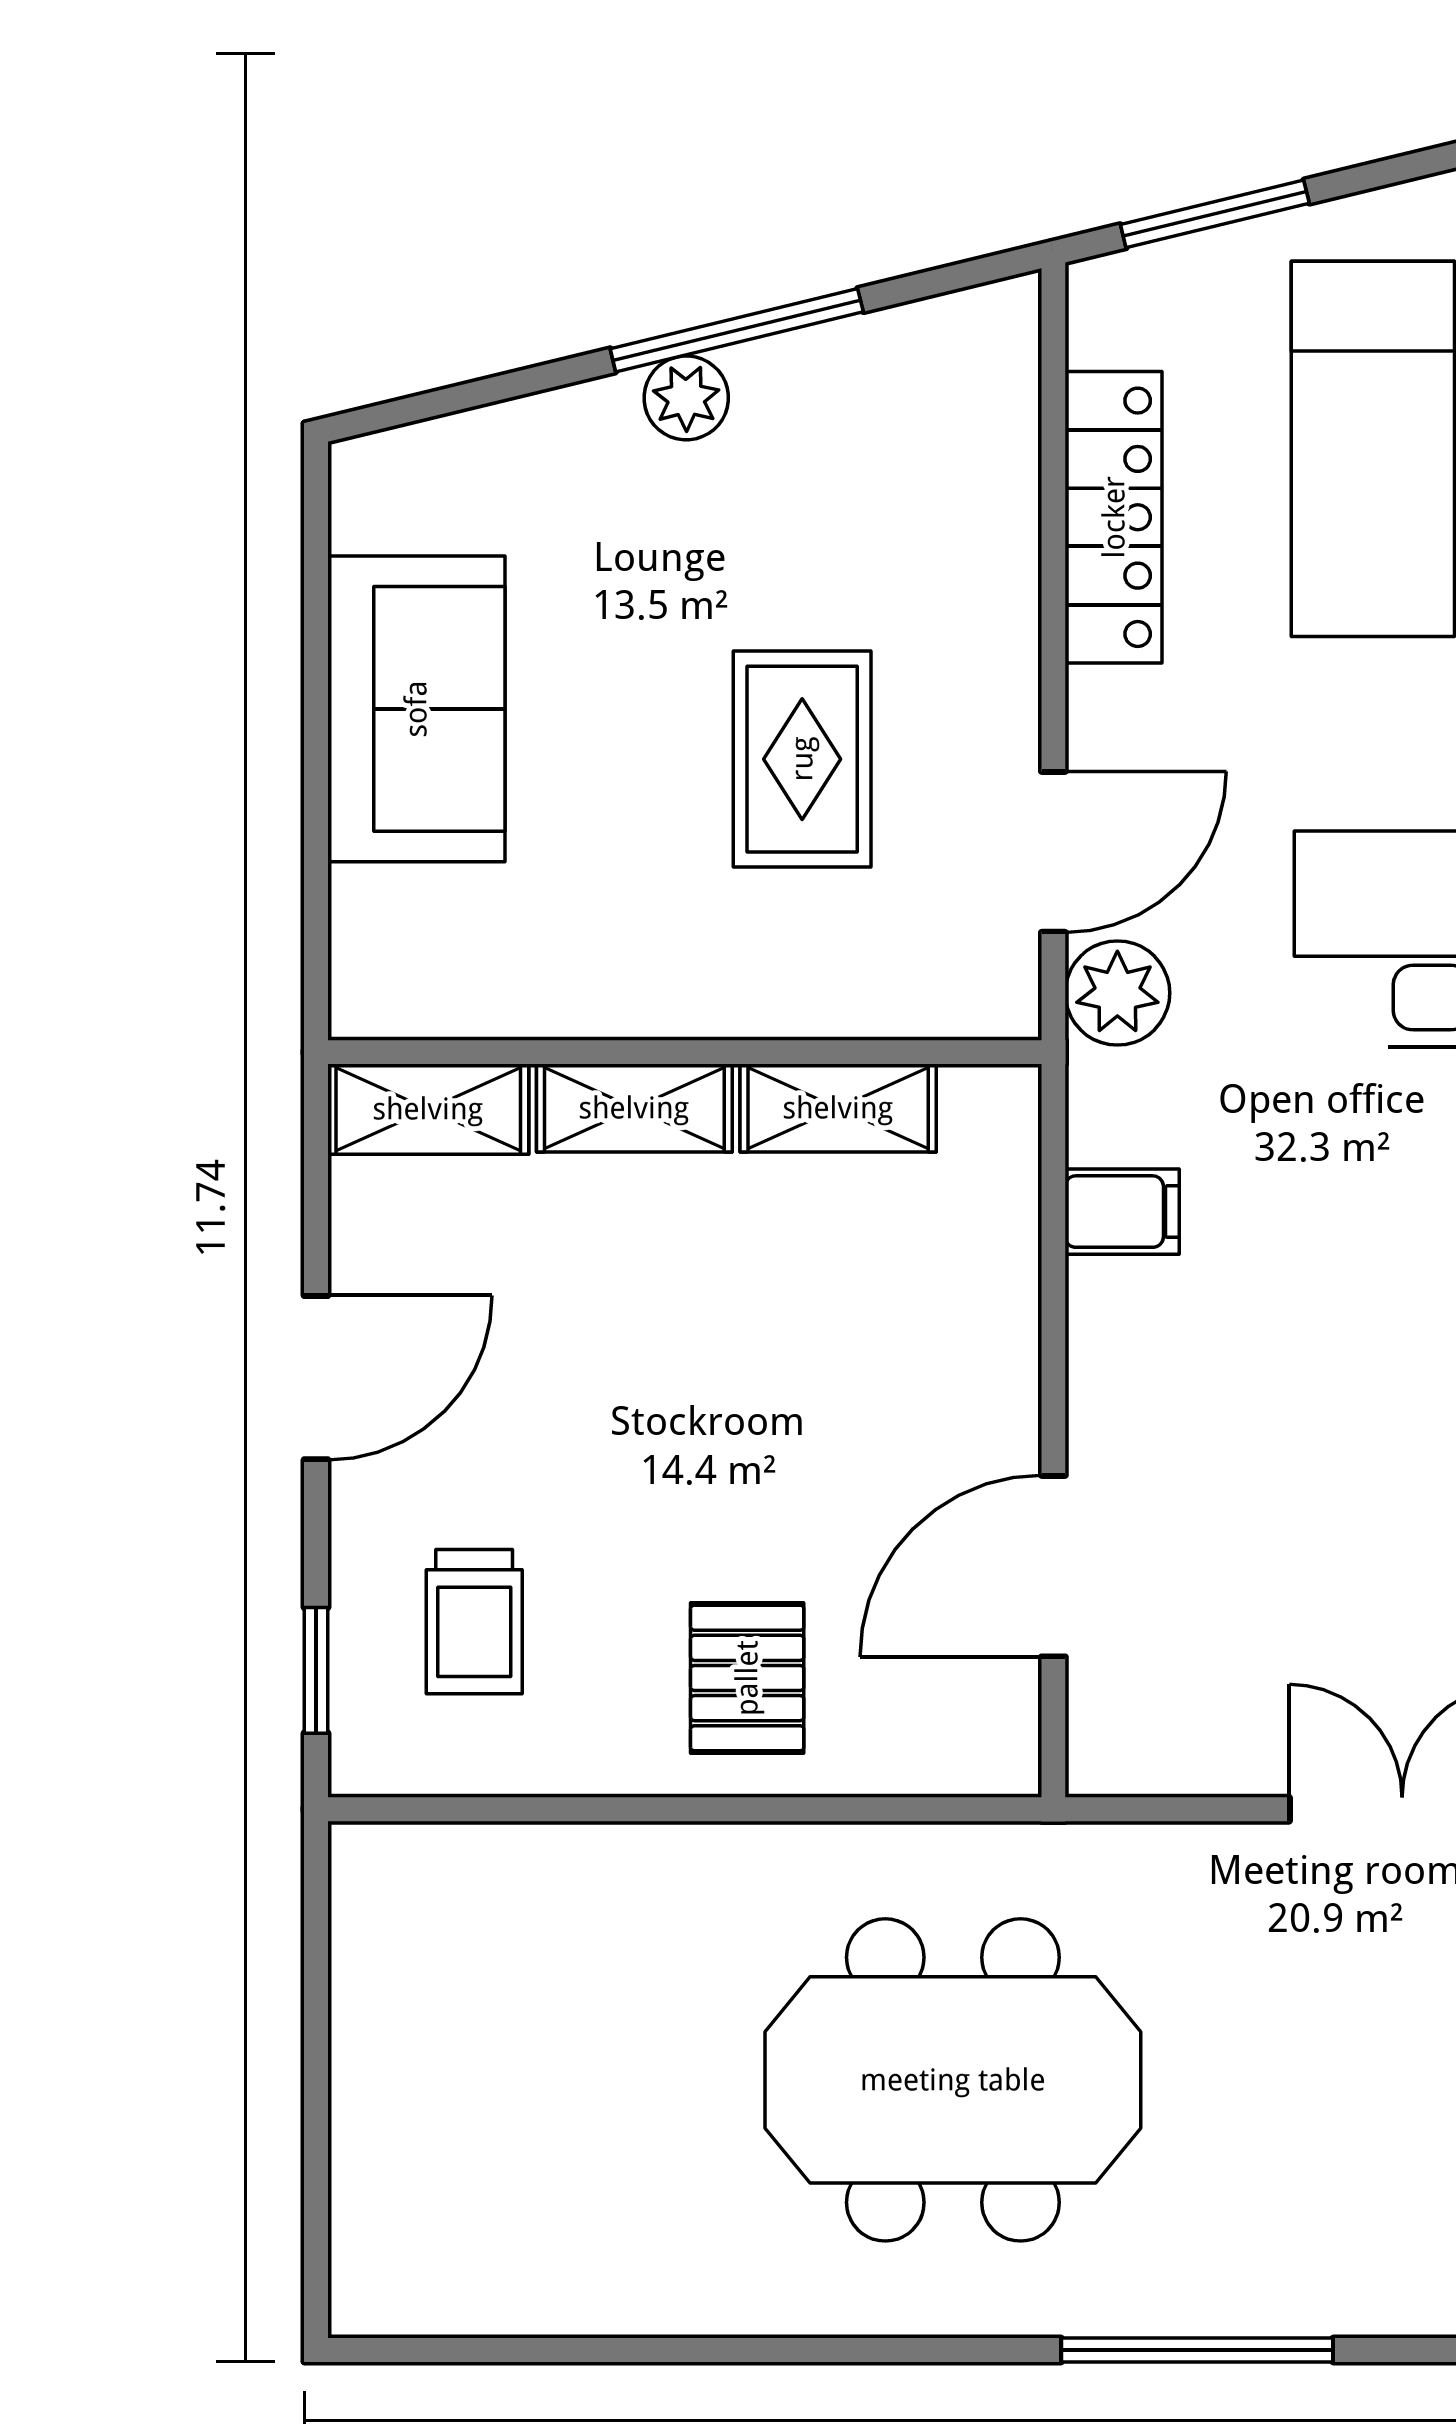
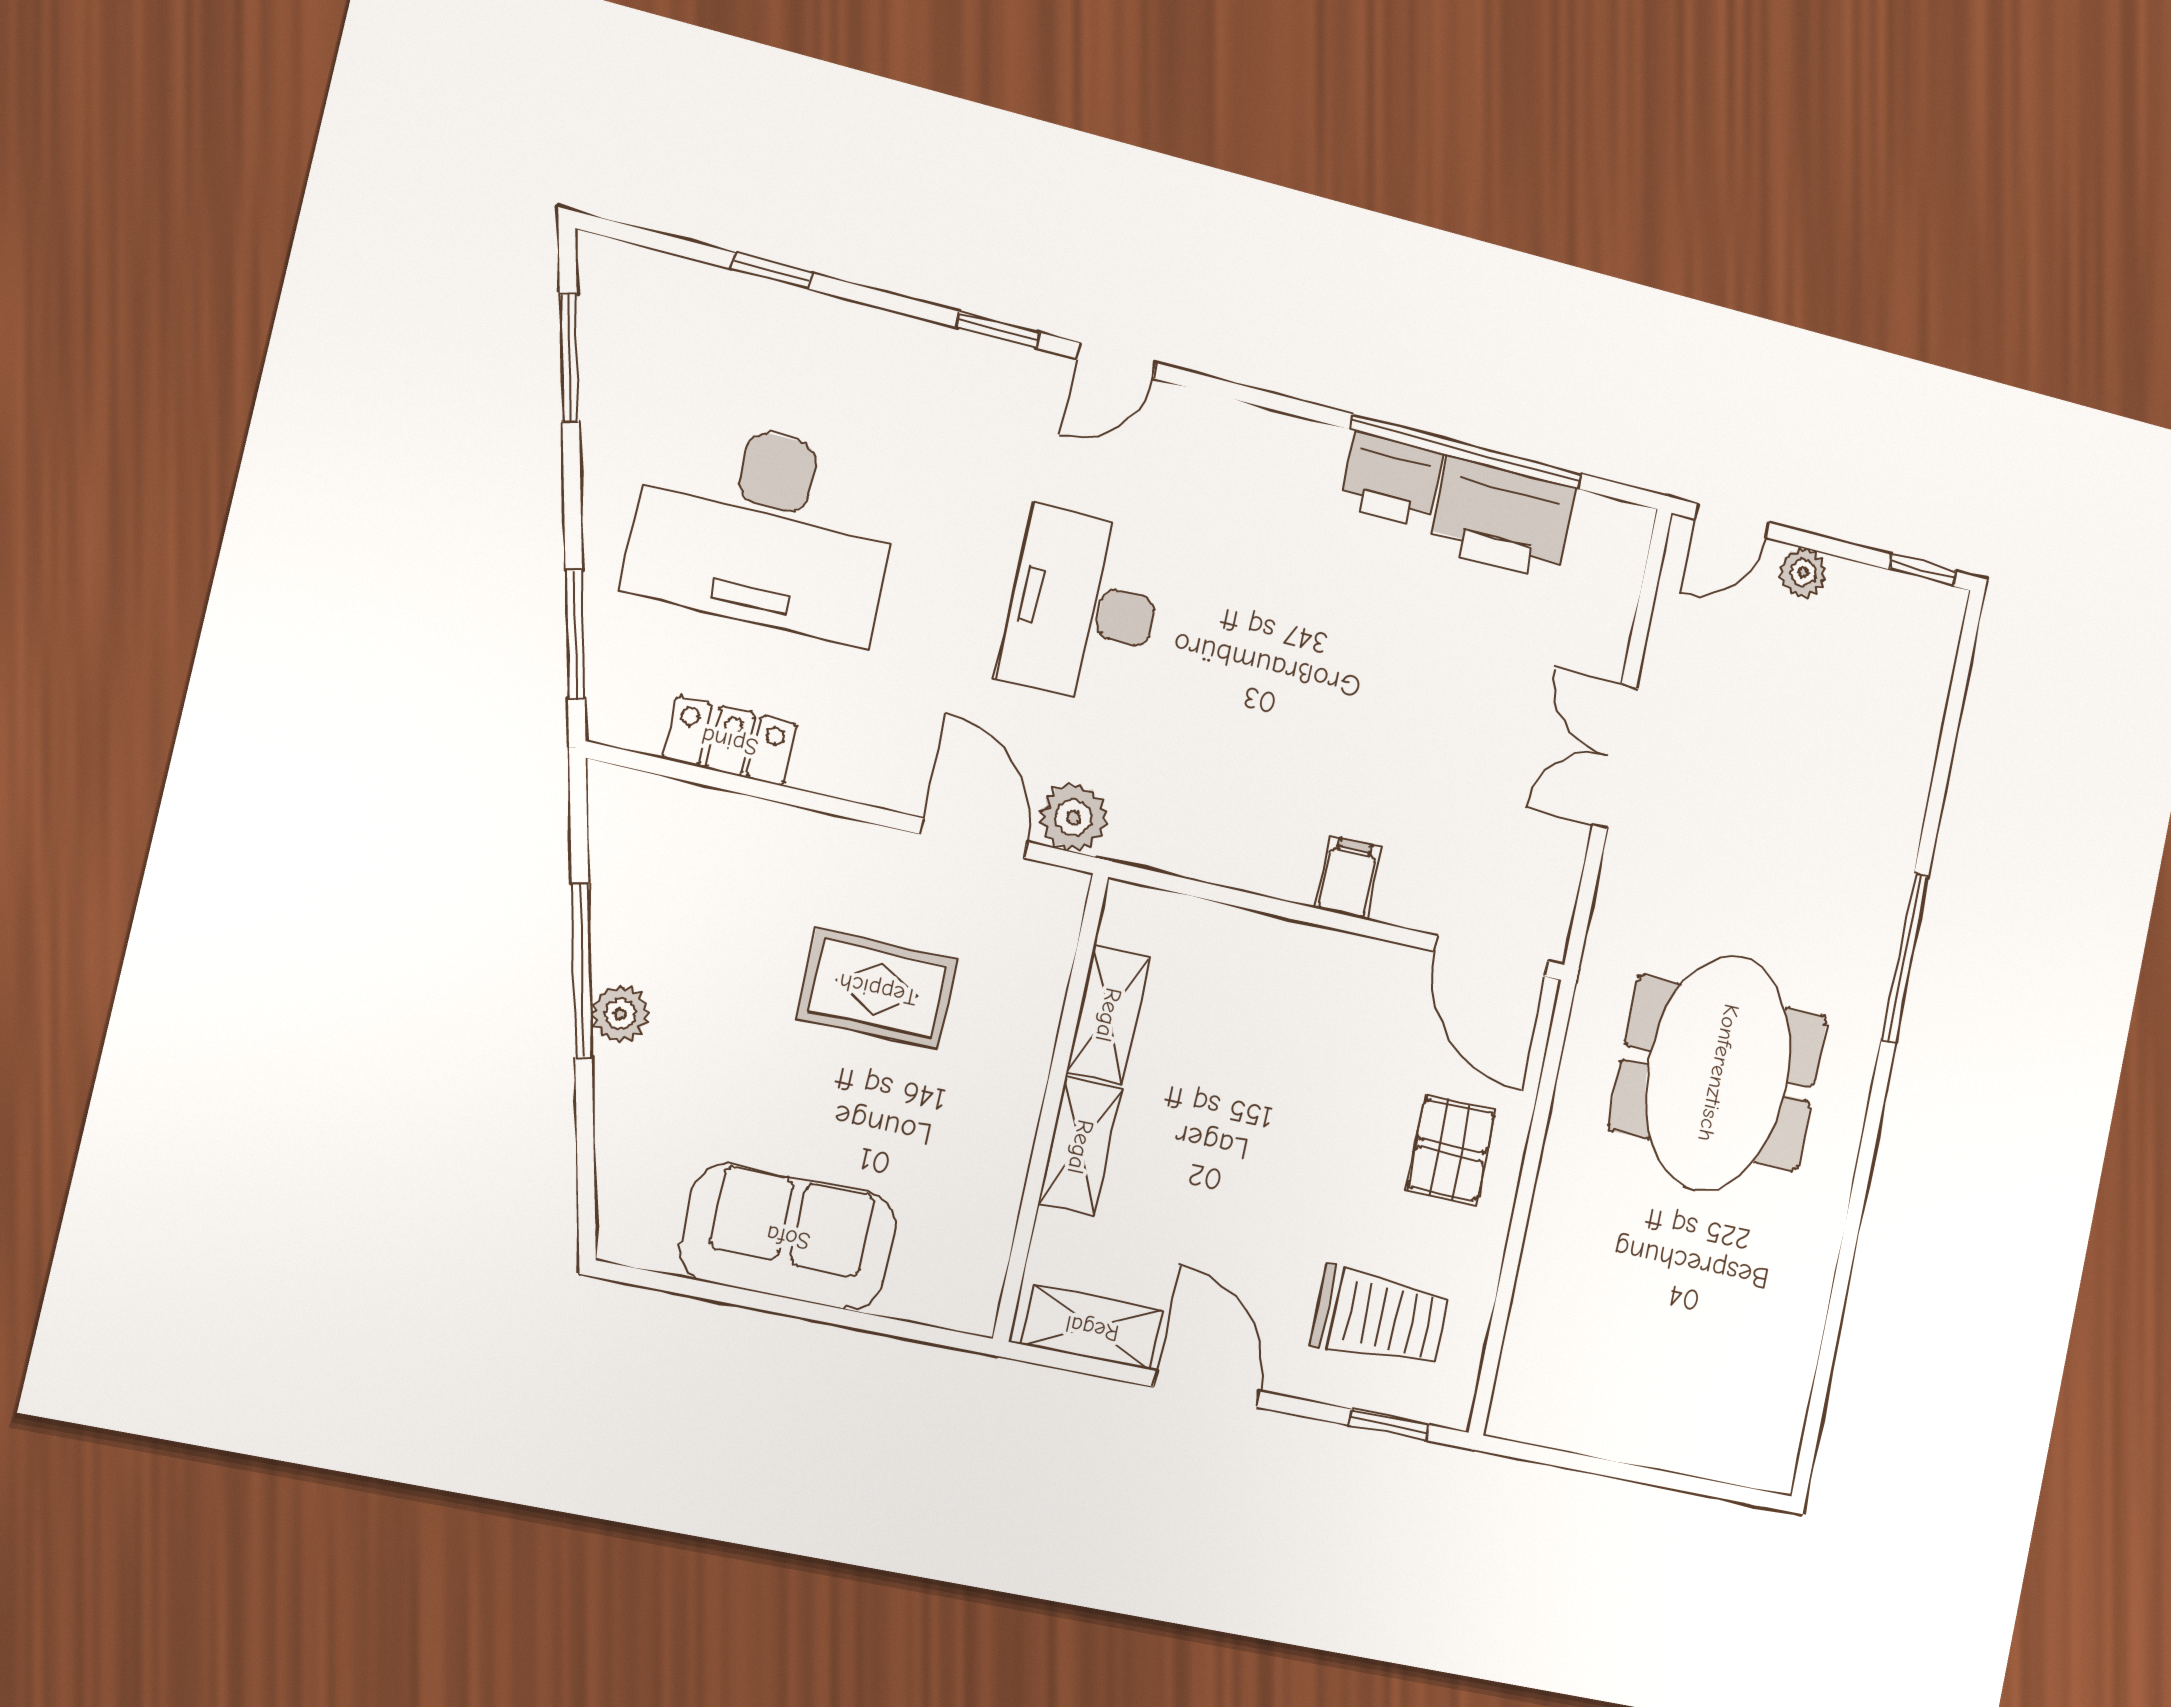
locker: (1114, 517) -> (730, 741), width x0.66
shelving: (428, 1109) -> (1092, 1328), moved, turned 90
filing cabinet: (1122, 1212) -> (1348, 878), moved
door: (1053, 1566) -> (1491, 956), moved
trolley: (474, 1622) -> (1380, 1317), width x1.36, depth x1.39
pallet: (747, 1678) -> (1451, 1150), turned 90

